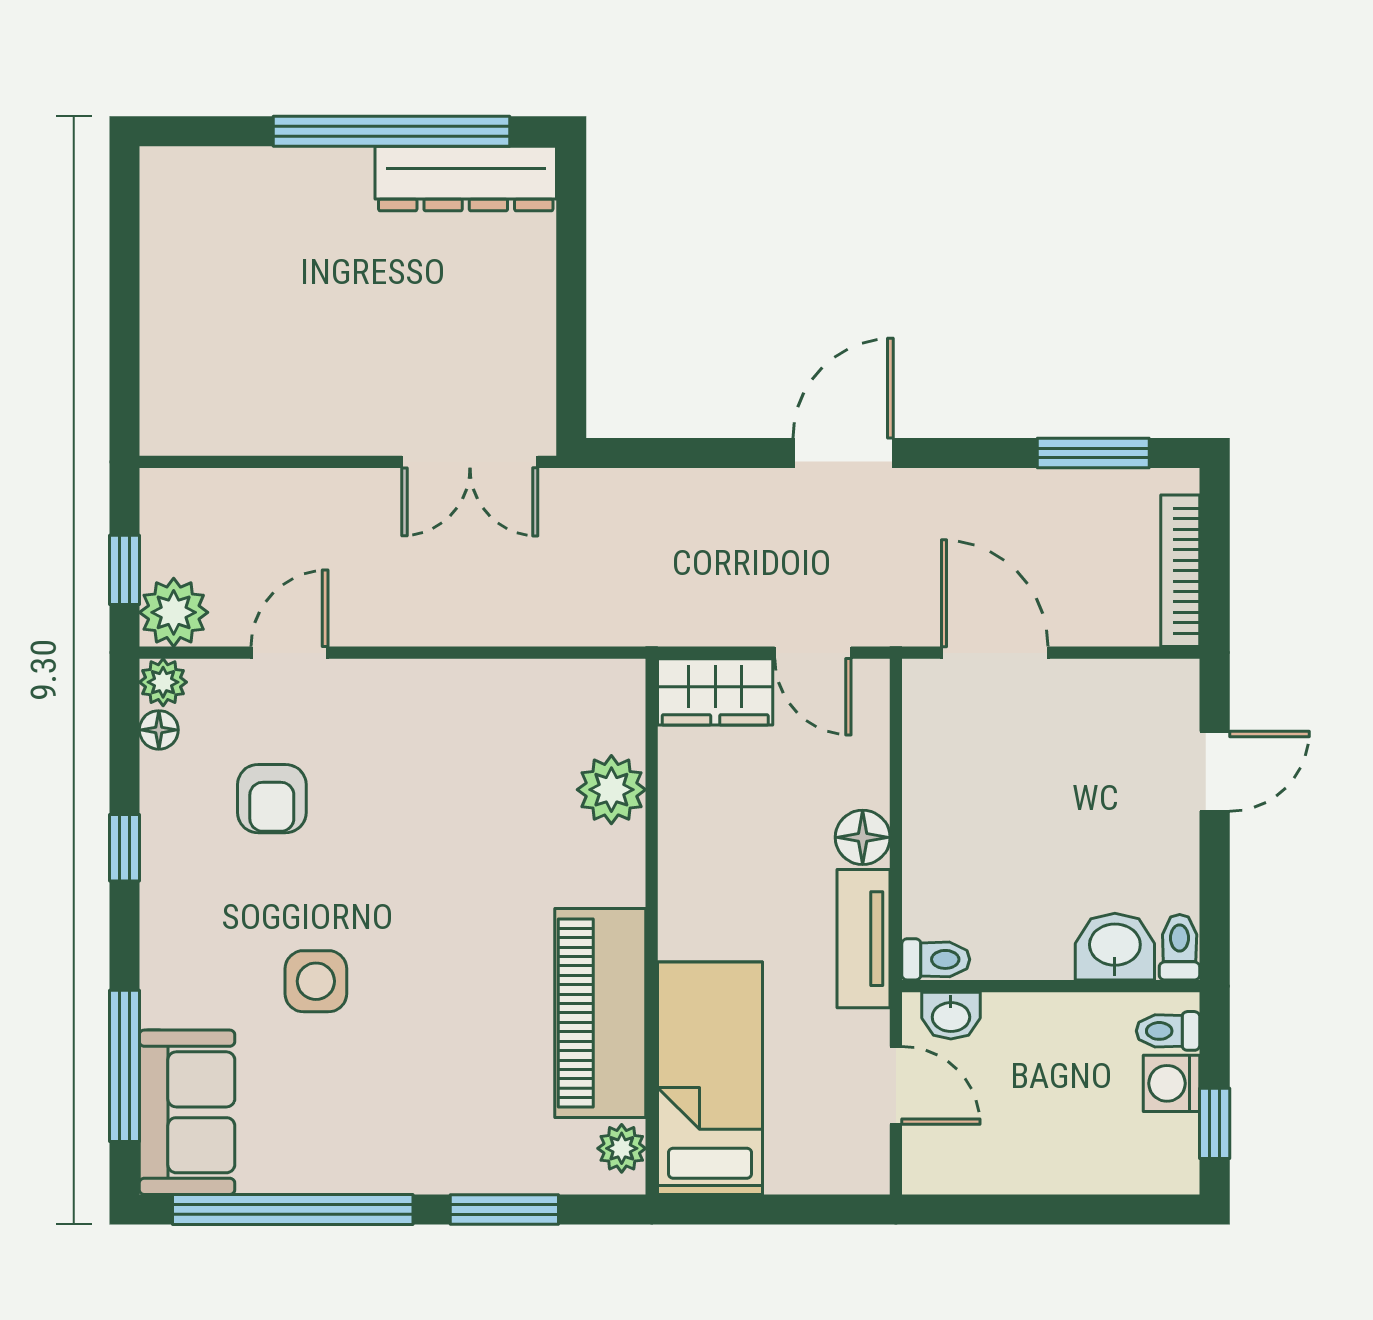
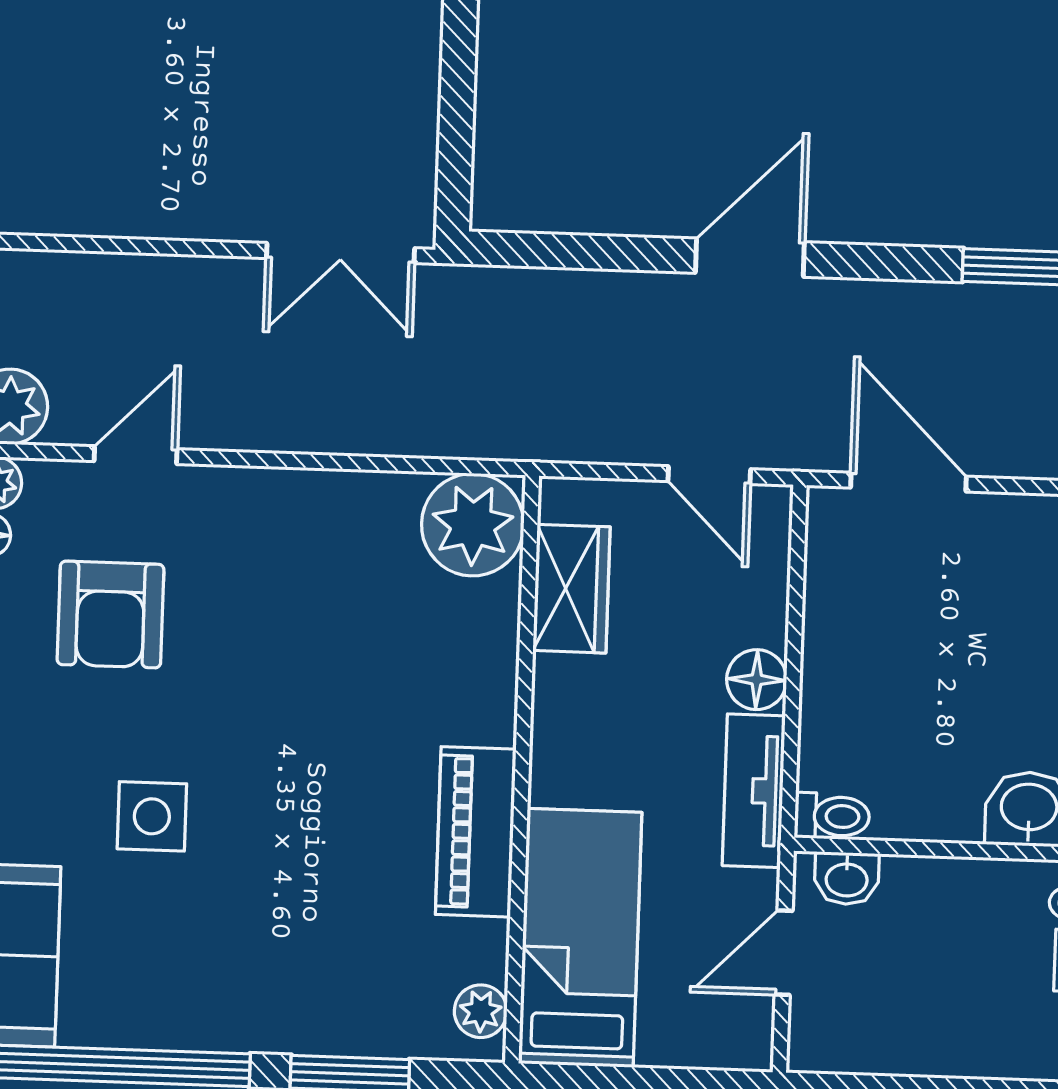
wardrobe: (715, 692) -> (571, 589), moved, turned -90
plant: (611, 790) -> (473, 525), moved, width x1.36, depth x1.36
armchair: (272, 799) -> (110, 614), width x1.38, depth x1.38
piano: (600, 1013) -> (476, 832), width x0.73, depth x0.75
door: (896, 1085) -> (784, 953), swing flipped

